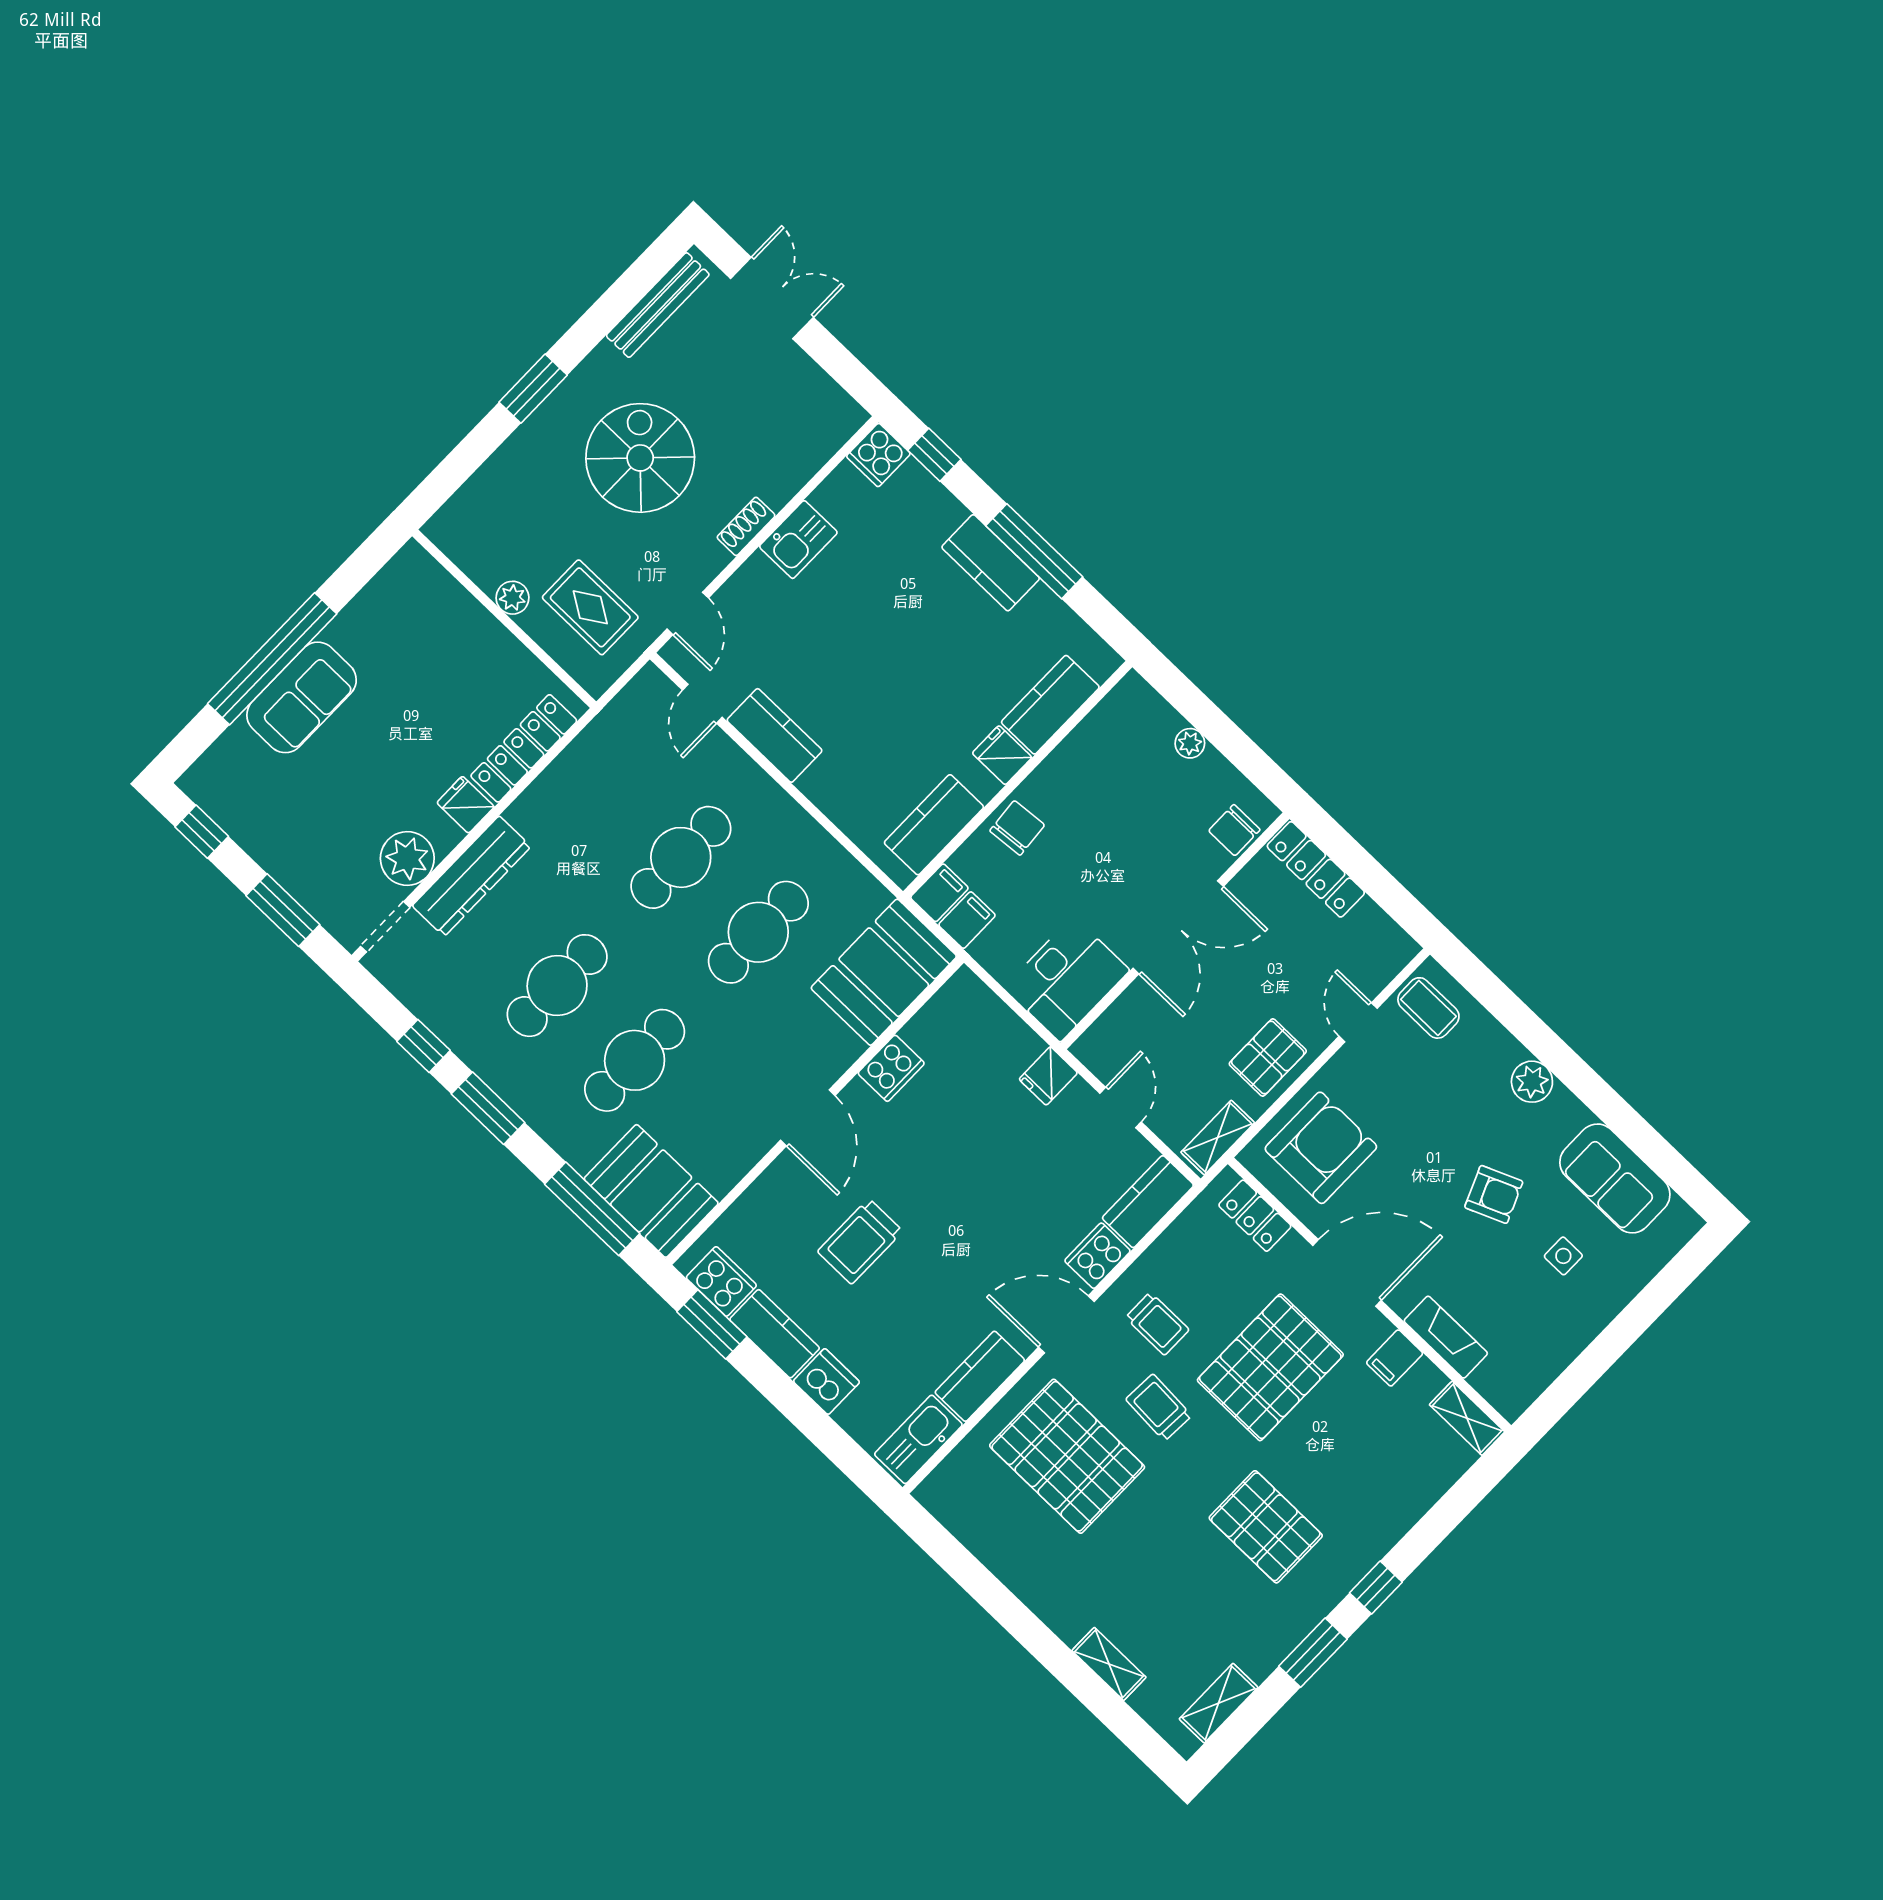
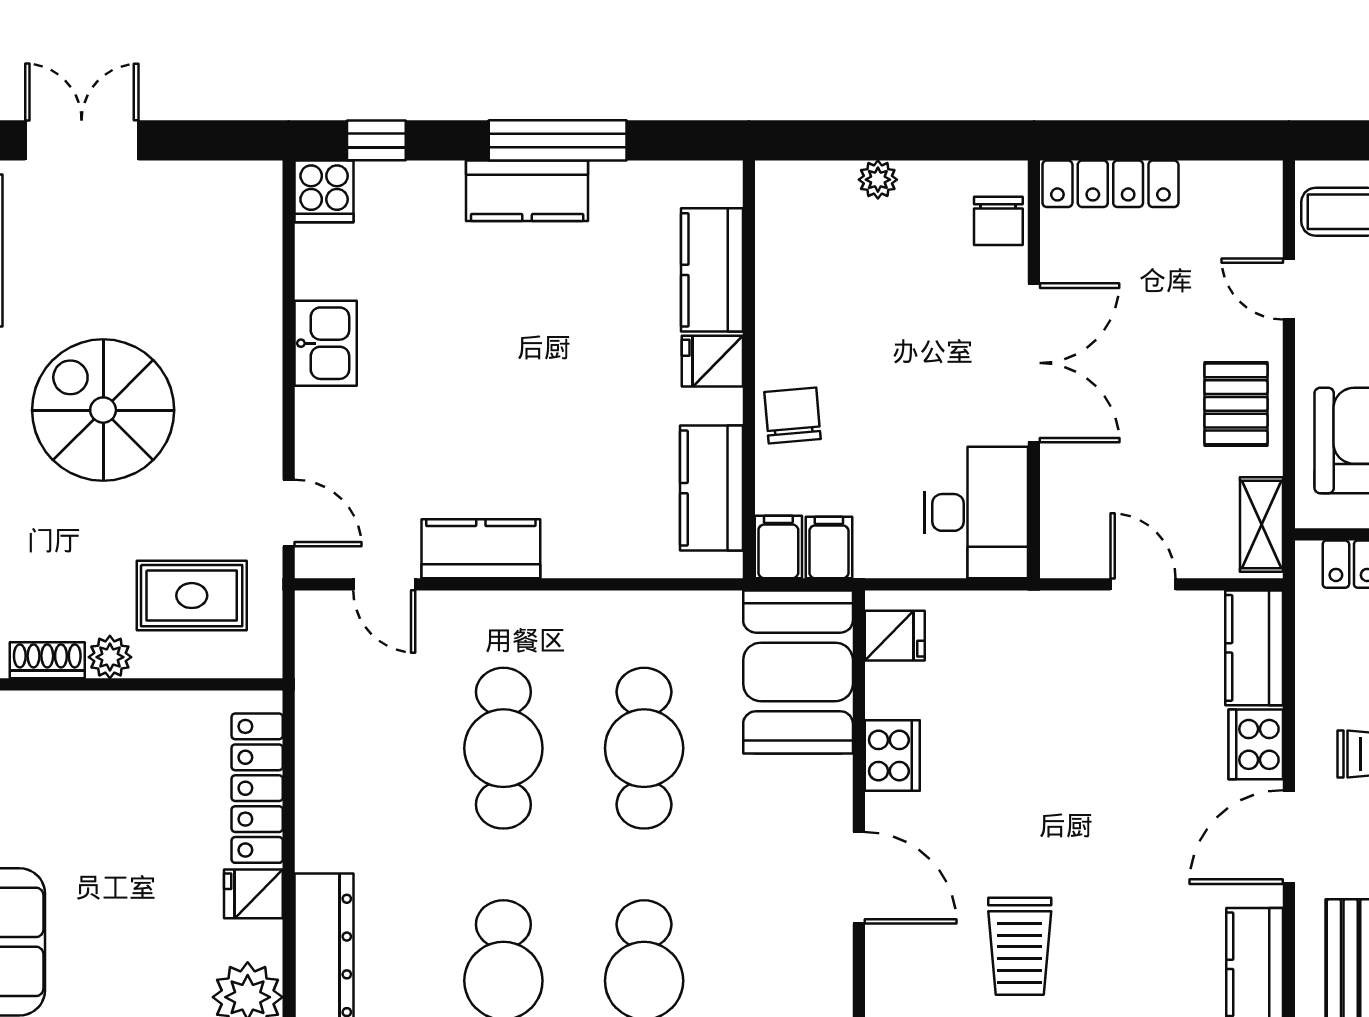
shoe rack: (746, 526) -> (47, 660), moved, turned 90
fridge: (1048, 1076) -> (895, 636), moved, turned -90

